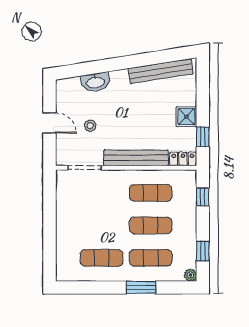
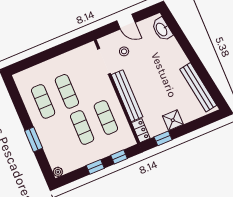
washbasin: (95, 82) -> (162, 29), moved
door: (49, 123) -> (126, 22), hinge flipped
stool: (90, 126) -> (124, 51), moved
window: (203, 251) -> (95, 167), moved
exercise mat: (151, 258) -> (67, 91), moved

